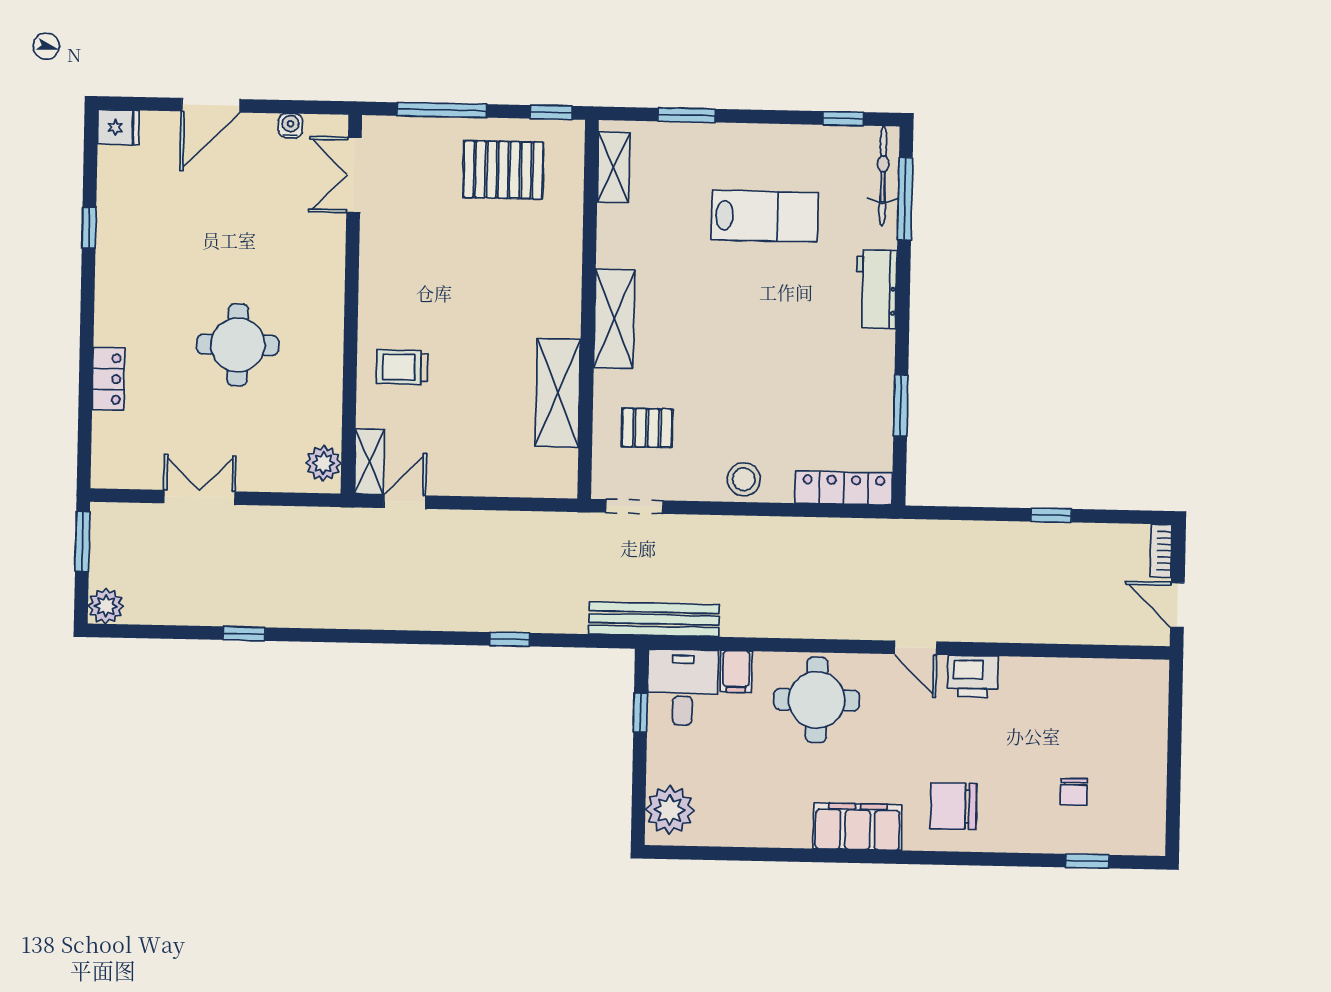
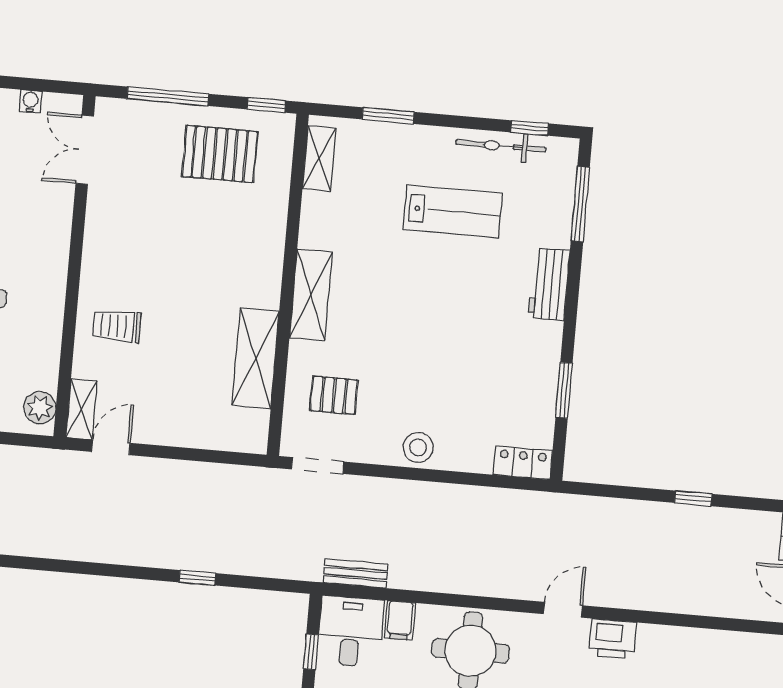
bicycle: (883, 176) -> (501, 146), moved, turned -90
locker: (844, 488) -> (523, 463), width x0.66
bench: (654, 619) -> (356, 573), width x0.54, depth x0.82
door: (916, 648) -> (563, 610), swing flipped

